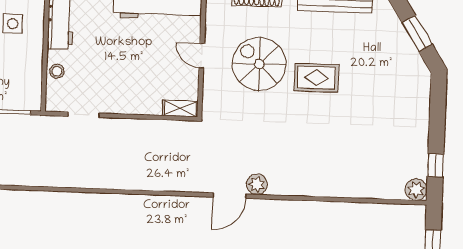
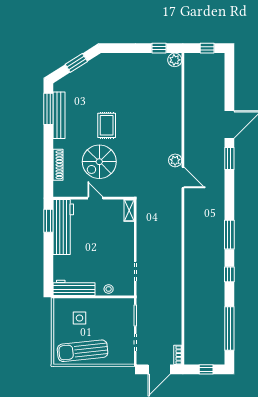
door: (202, 56) -> (95, 198), swing flipped

